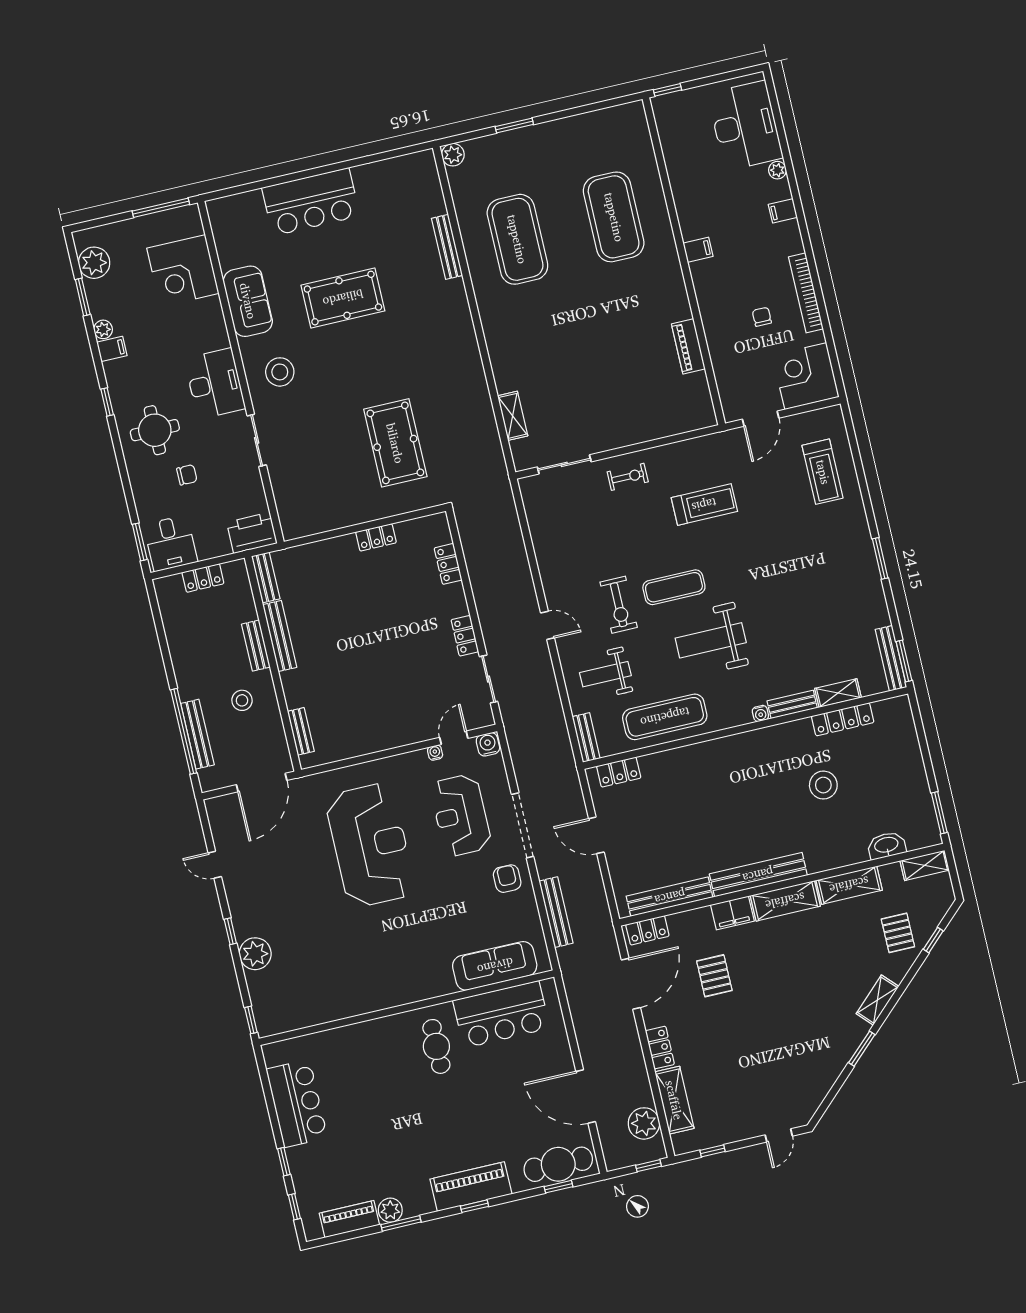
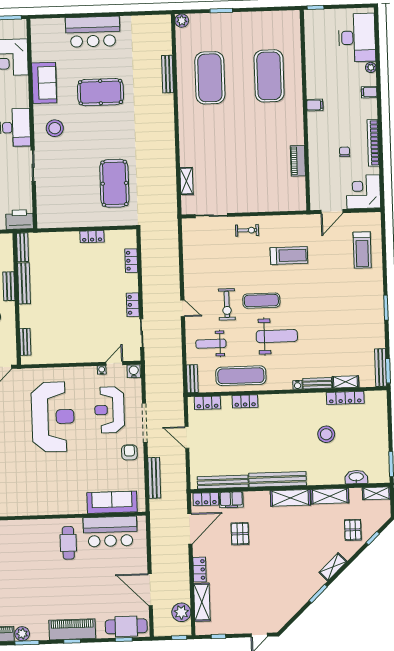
weight bench: (711, 640) -> (277, 336), turned 180
locker: (680, 757) -> (245, 401), added
filing cabinet: (732, 913) -> (231, 500), moved

